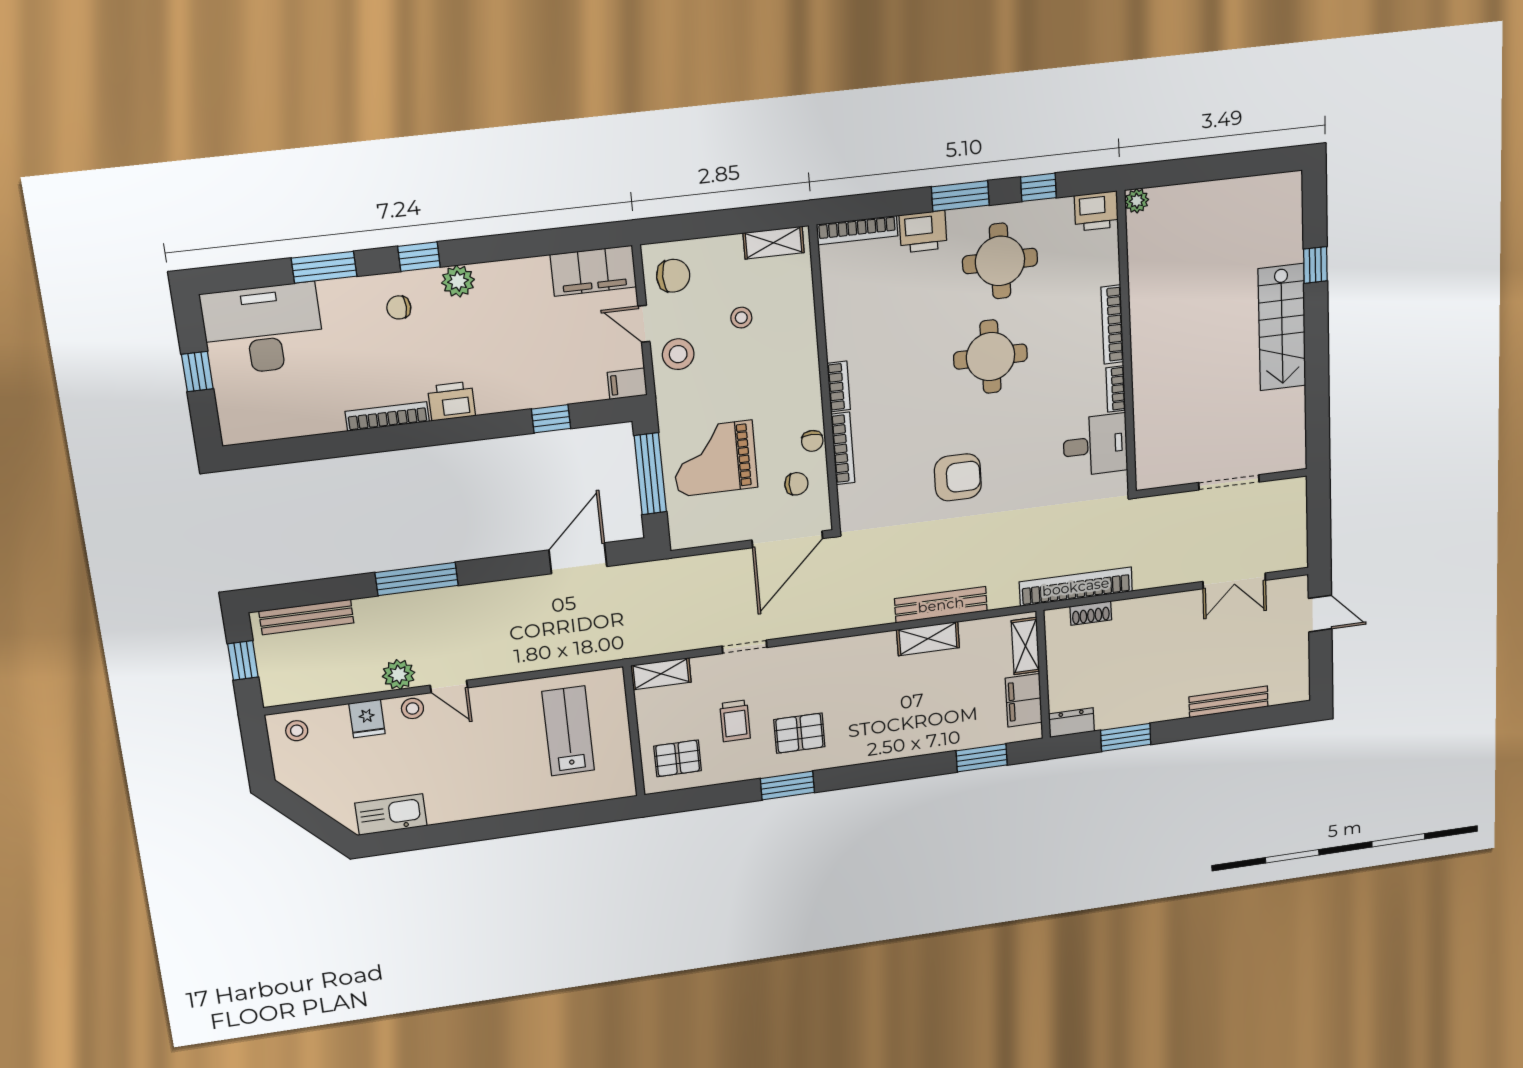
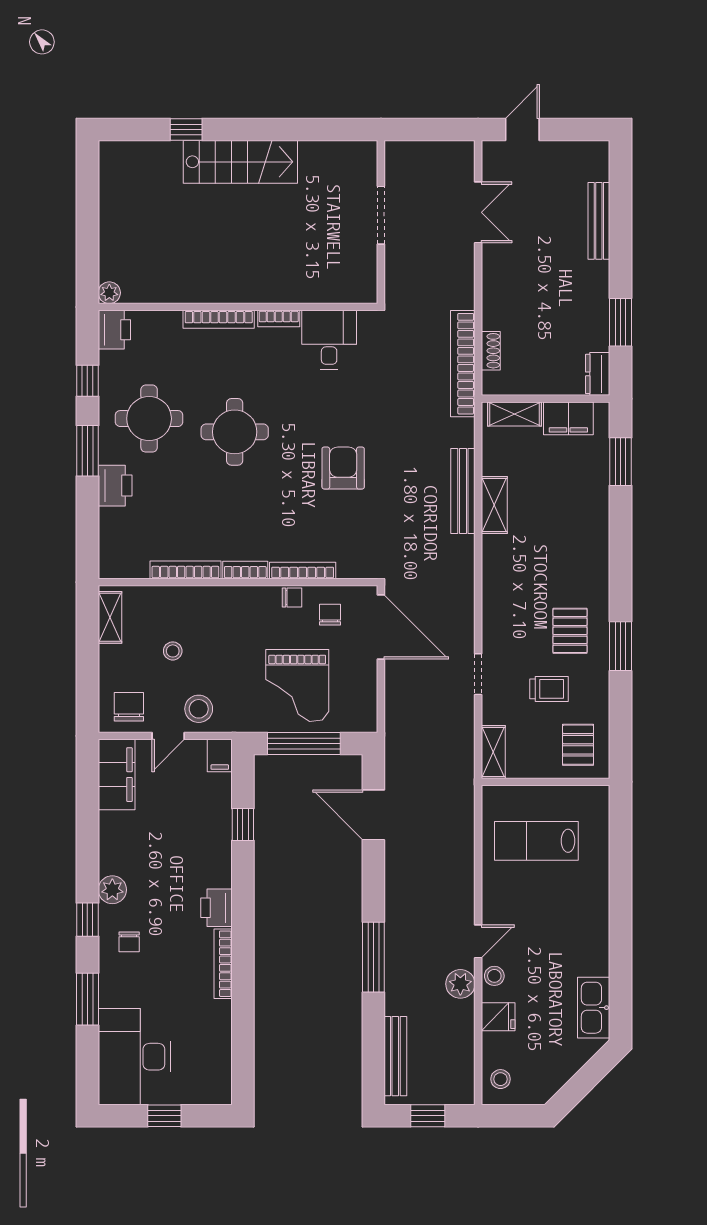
bookcase: (857, 230) -> (185, 570), moved, turned -90

